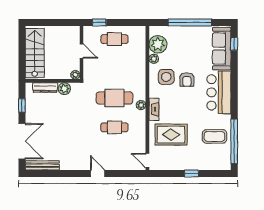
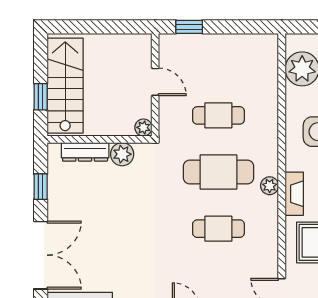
cafe table: (114, 39) -> (218, 115), moved
window: (22, 59) -> (41, 97), added
plant: (154, 59) -> (294, 97), removed

